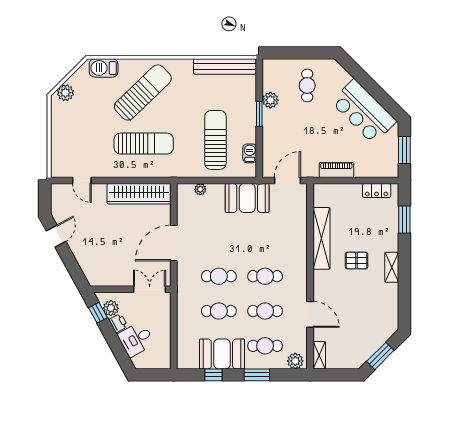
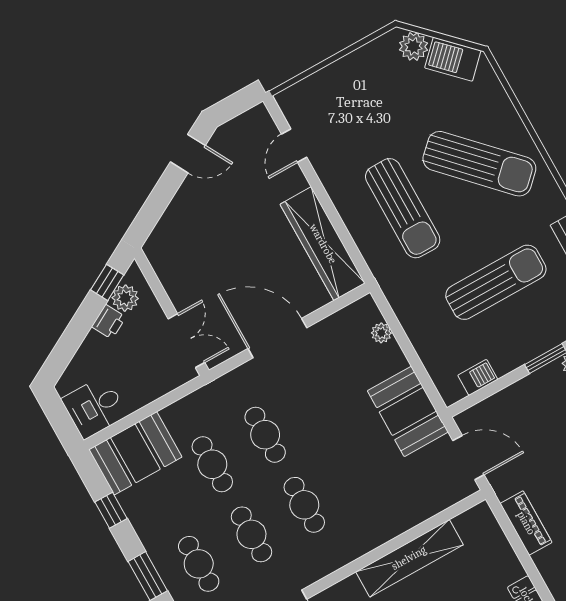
barbecue: (104, 68) -> (453, 59), moved, turned -45
sun lounger: (215, 140) -> (496, 282), moved
desk: (136, 339) -> (95, 407), moved, turned -61
booth: (222, 354) -> (135, 453), moved, turned 90

